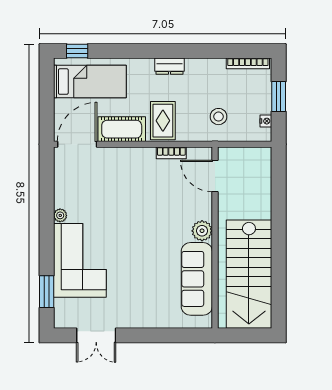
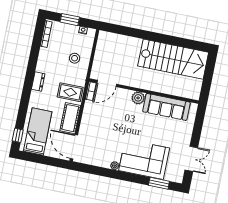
door: (215, 176) -> (107, 83), moved
plant: (202, 231) -> (138, 98), moved
wall: (215, 238) -> (144, 91), moved
sofa: (197, 279) -> (166, 107), moved

